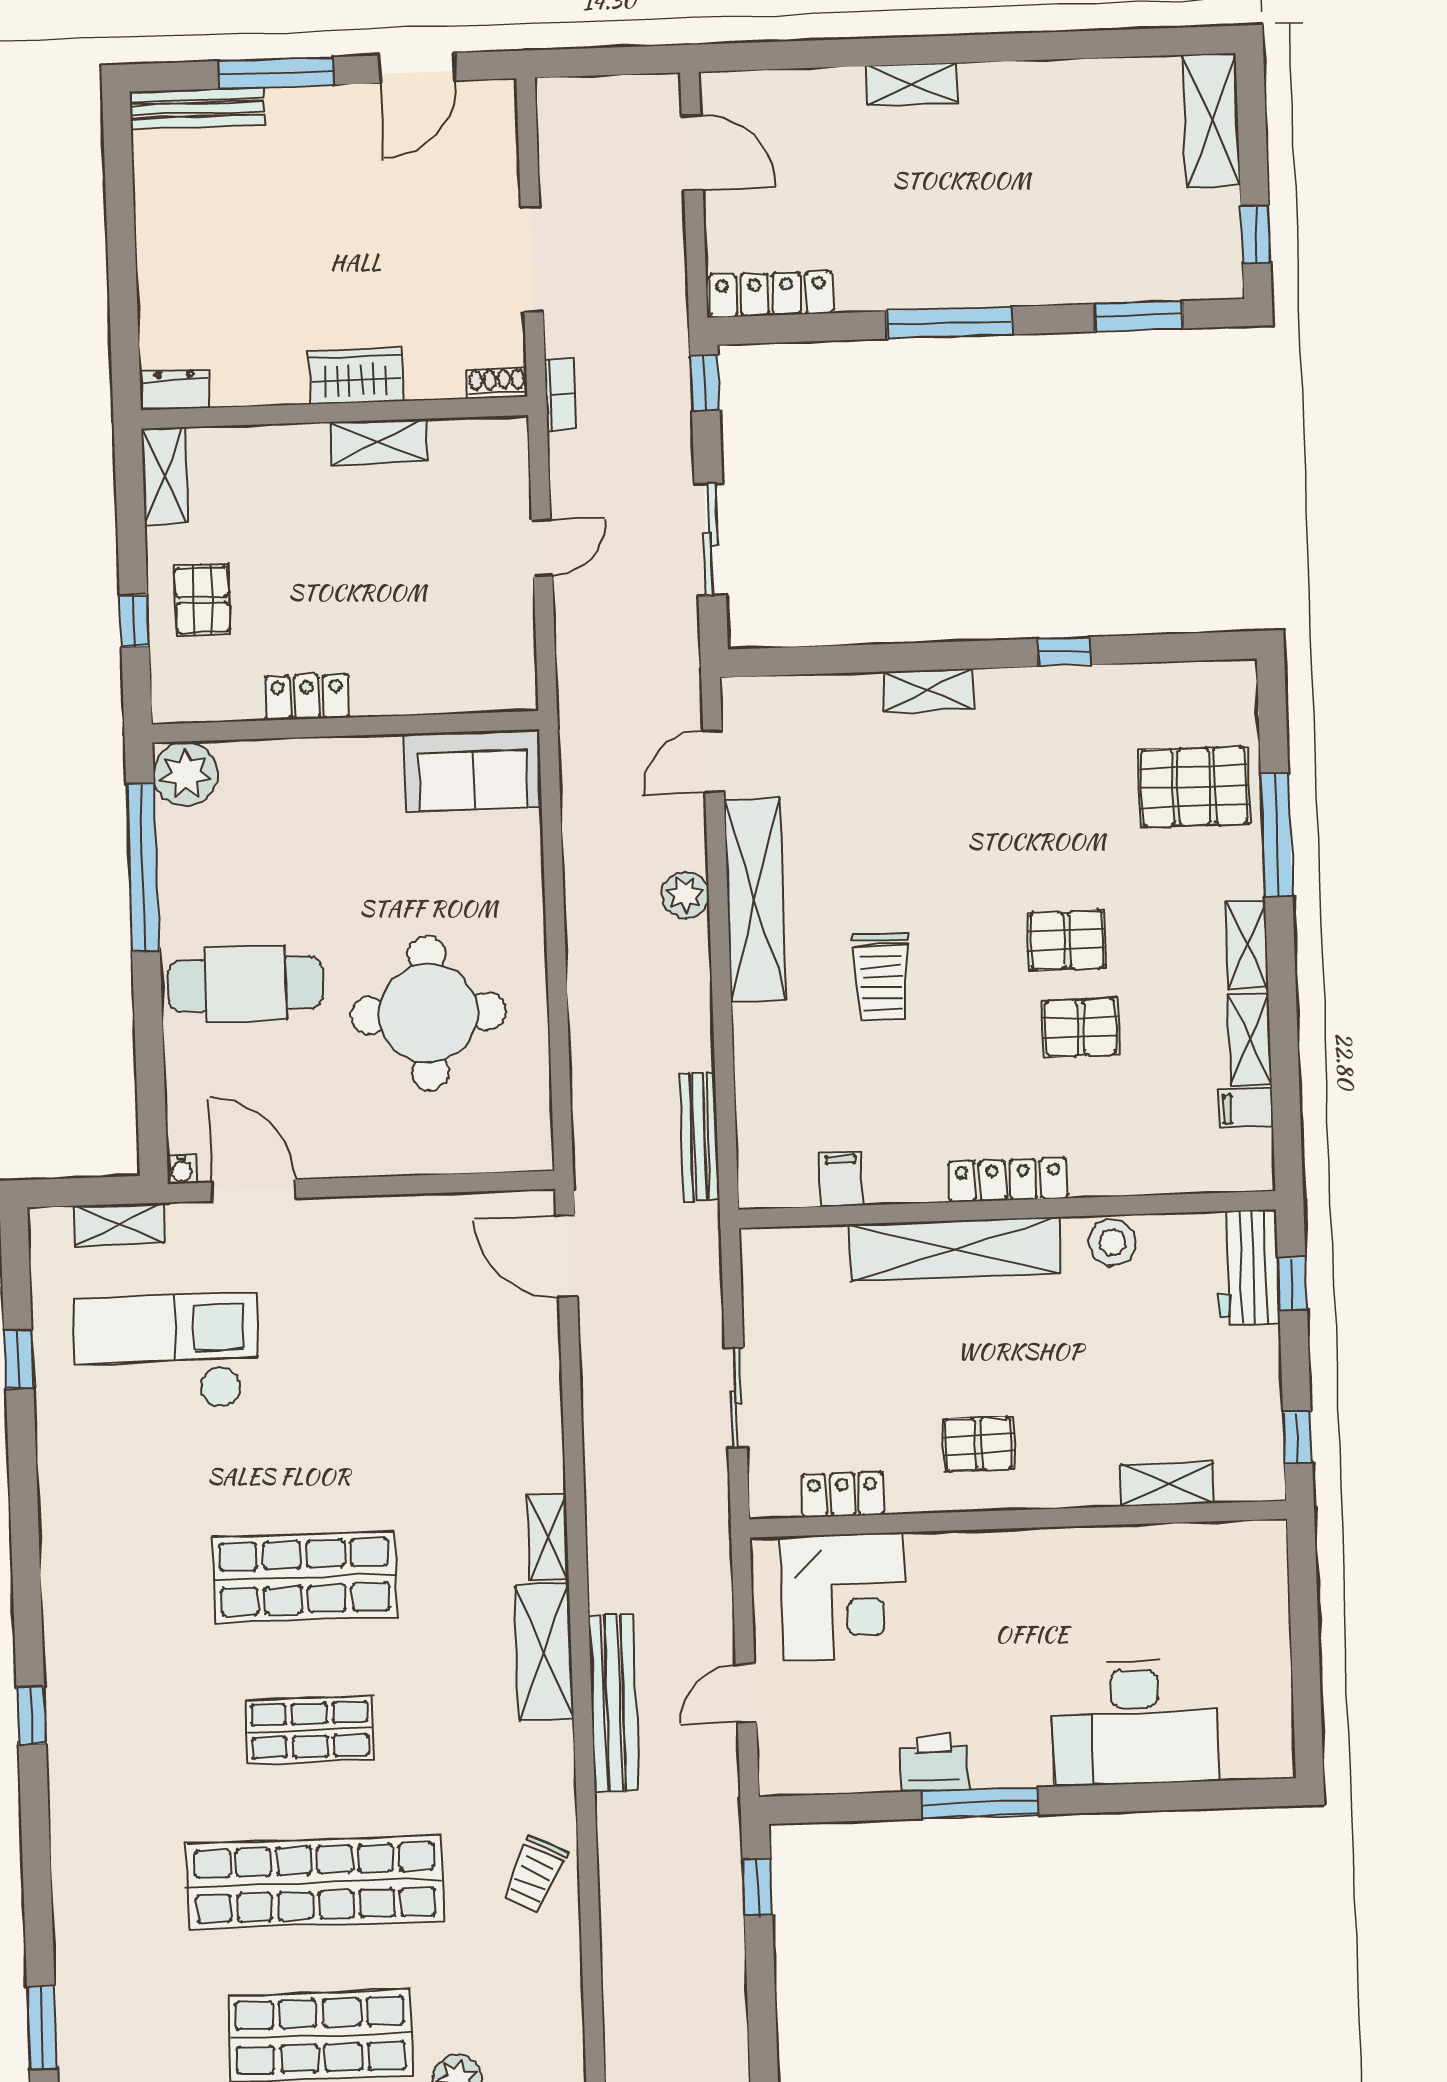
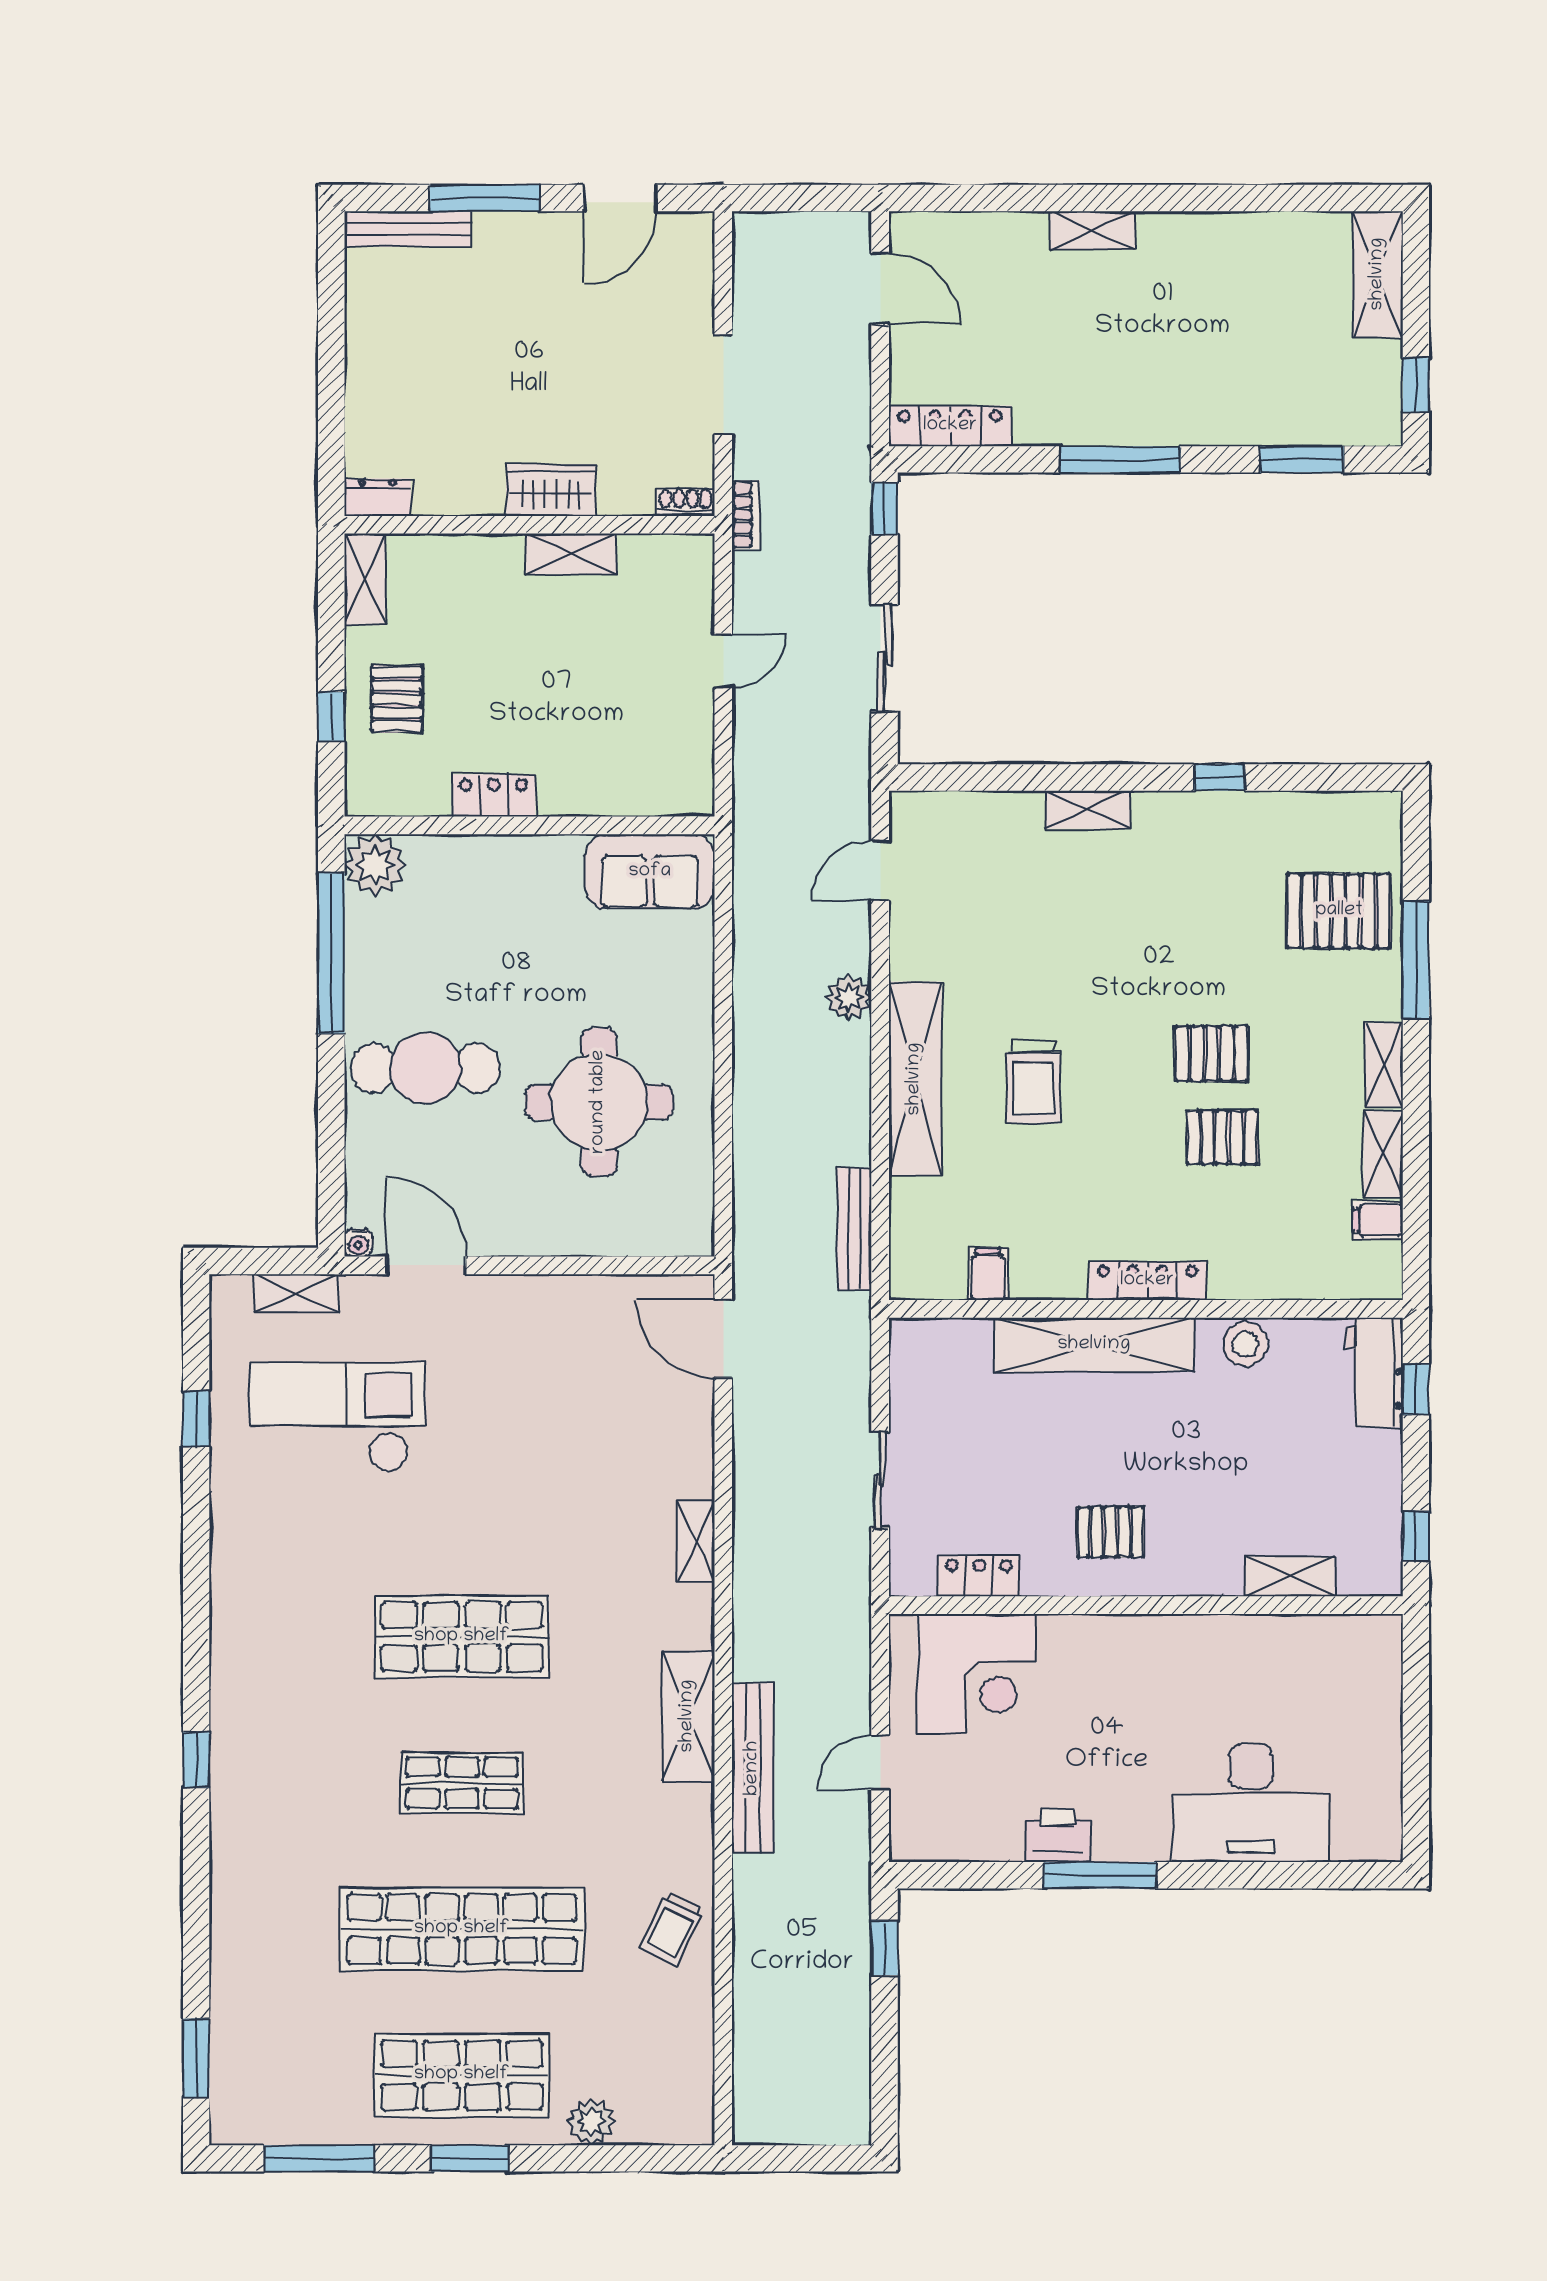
shelving: (755, 900) -> (915, 1079), moved
shelving: (548, 1537) -> (696, 1541), moved

